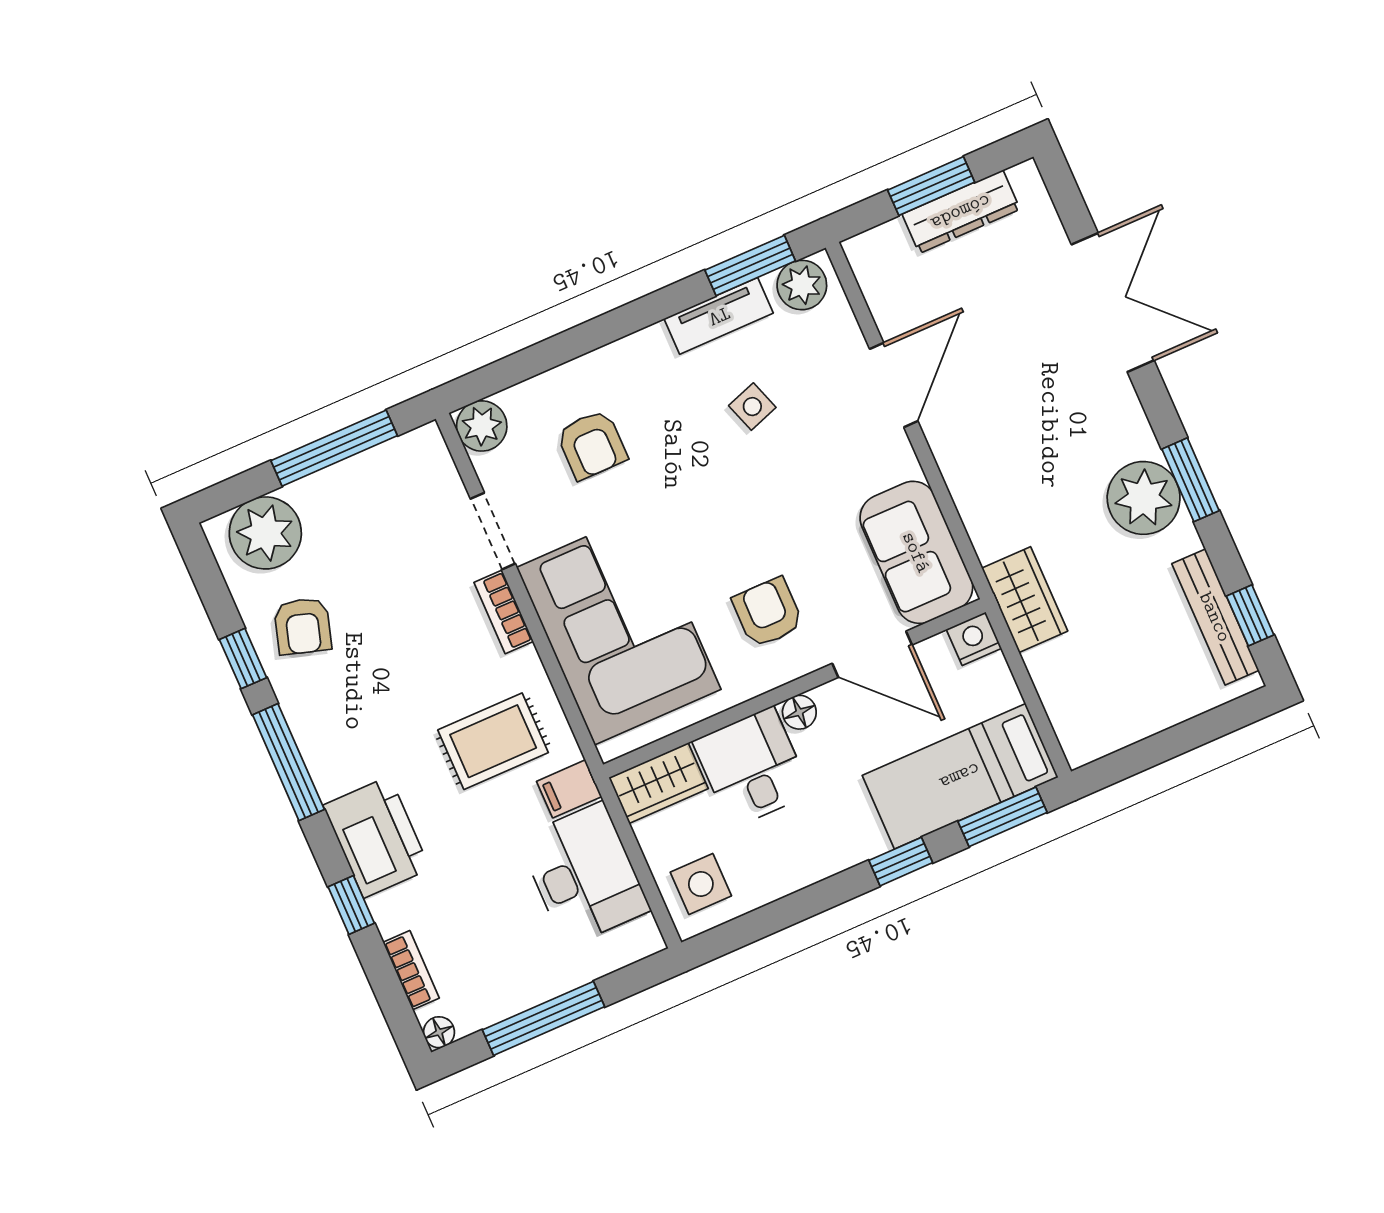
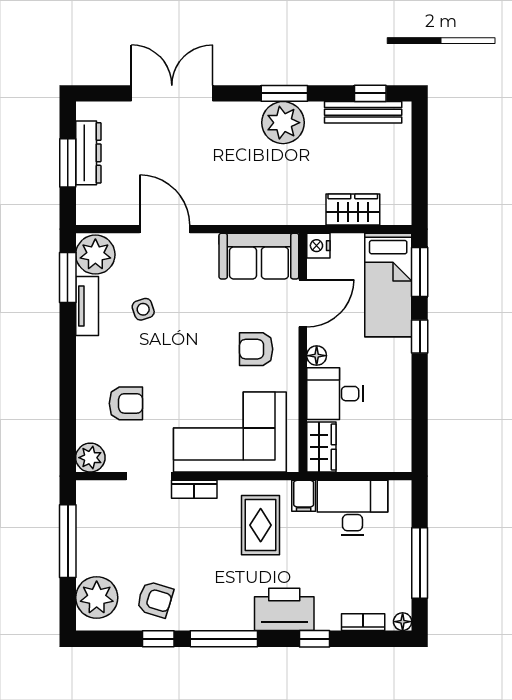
plant: (802, 285) -> (95, 255), width x1.36, depth x1.36
wardrobe: (1025, 600) -> (353, 209), moved
side table: (701, 884) -> (385, 448), removed

